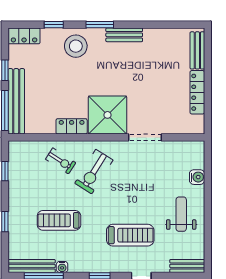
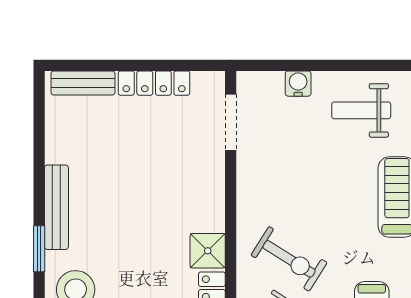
bench: (124, 35) -> (56, 207), width x1.36
shower: (108, 115) -> (208, 251), width x0.54, depth x0.54
doorway: (145, 137) -> (231, 122), moved

